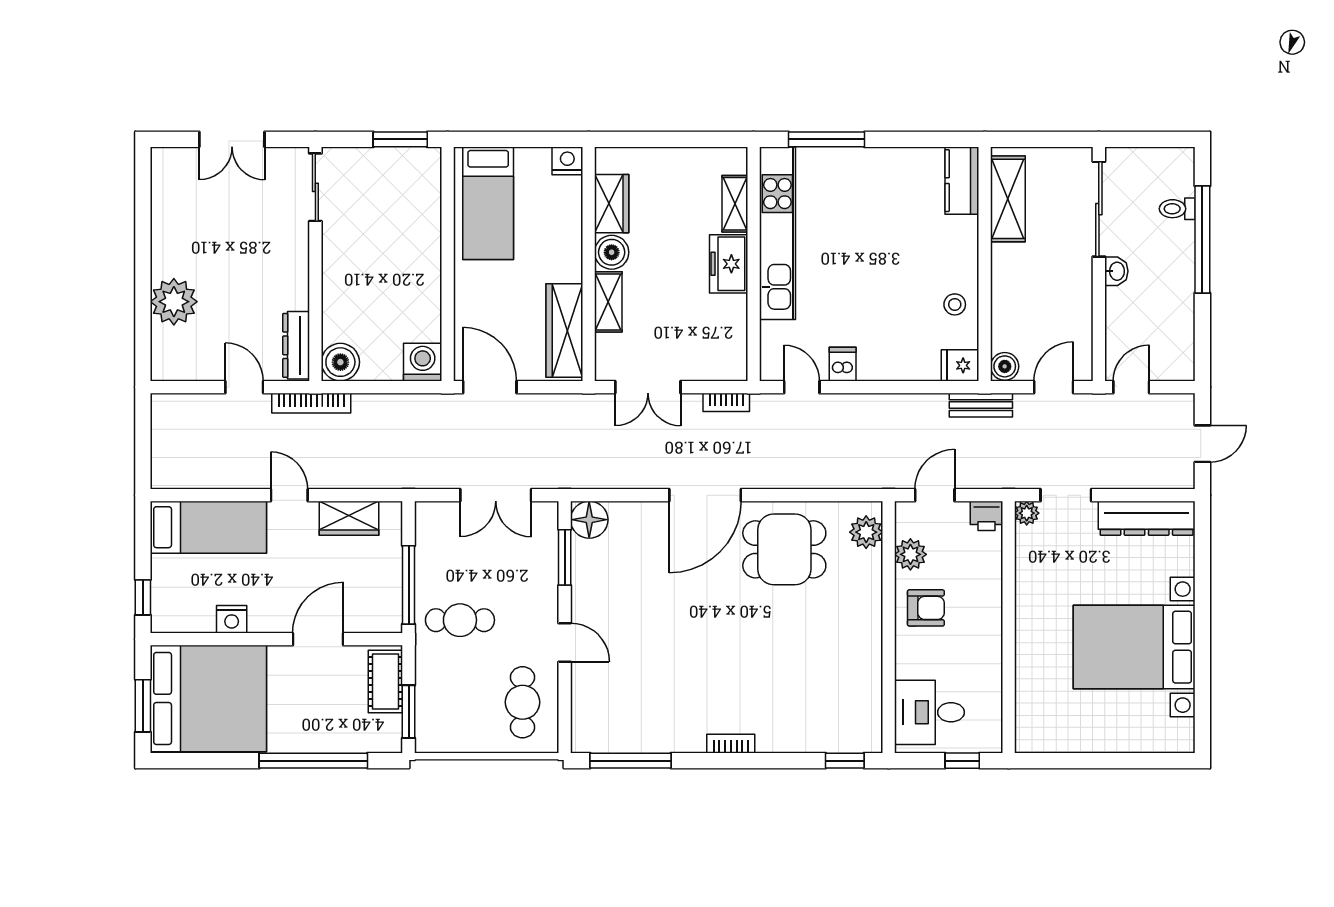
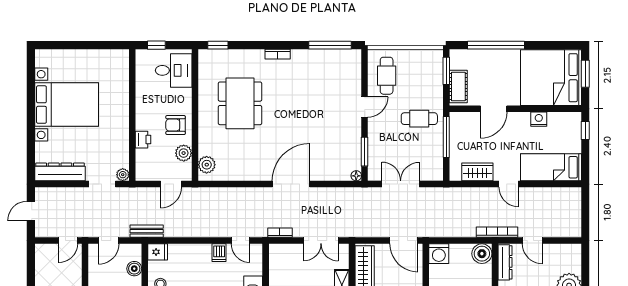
boiler: (1005, 366) -> (134, 269), moved
double door: (648, 387) -> (321, 241), swing flipped
printer: (987, 516) -> (143, 140), moved, turned 90
floor lamp: (589, 520) -> (356, 176), width x0.53, depth x0.53
dining table: (784, 549) -> (240, 103), moved, width x1.37
door: (565, 642) -> (365, 107), swing flipped

